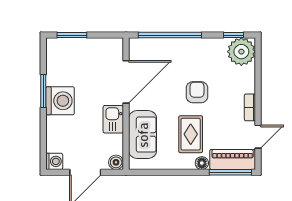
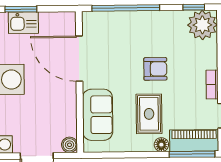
door: (126, 82) -> (79, 59), swing flipped
armchair: (197, 92) -> (155, 69), turned 90
kitchen sink: (113, 119) -> (23, 23), moved, turned -90

